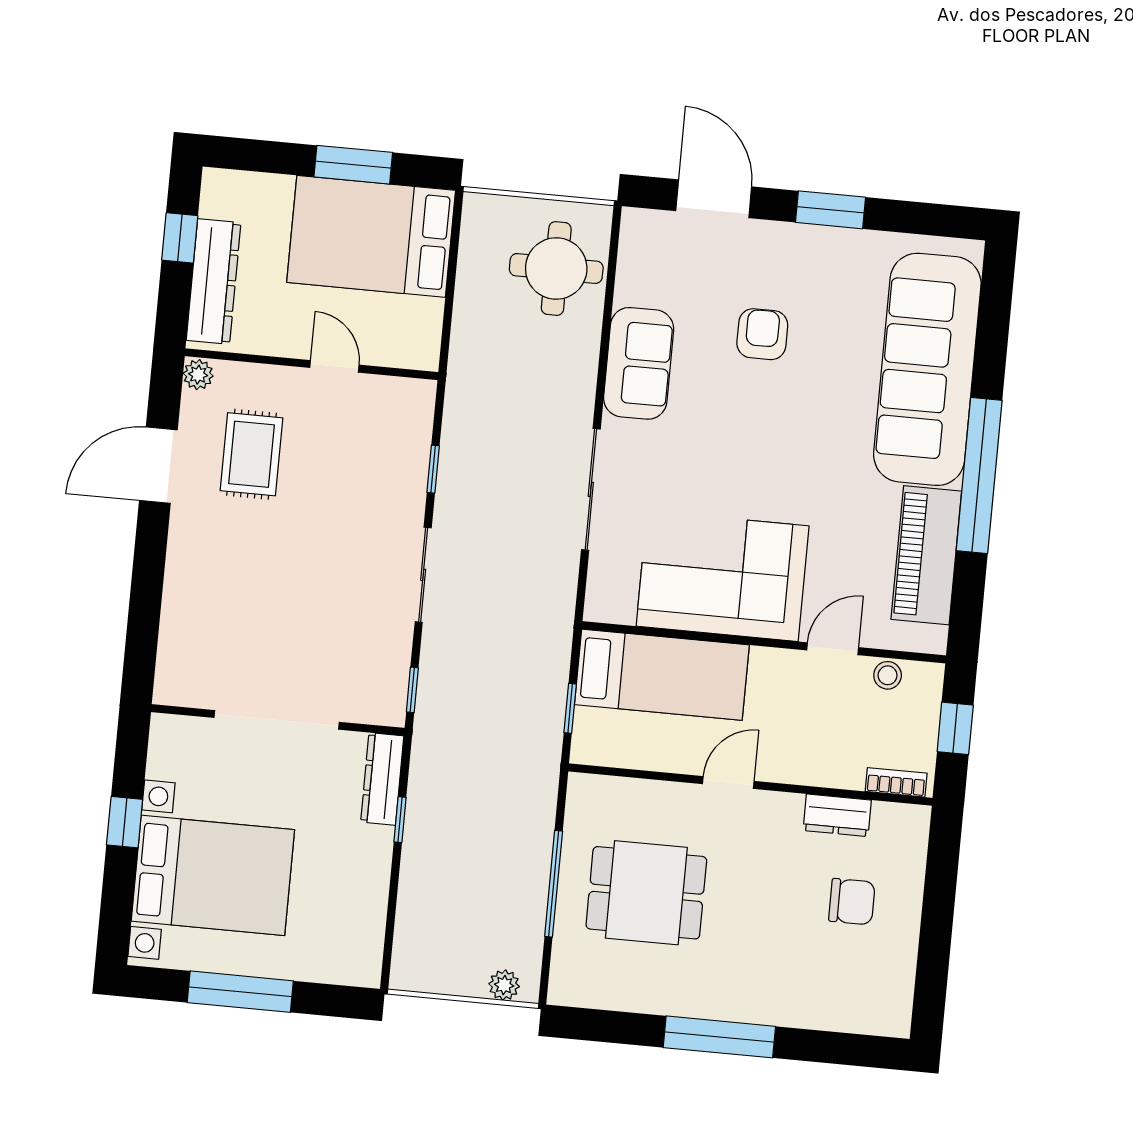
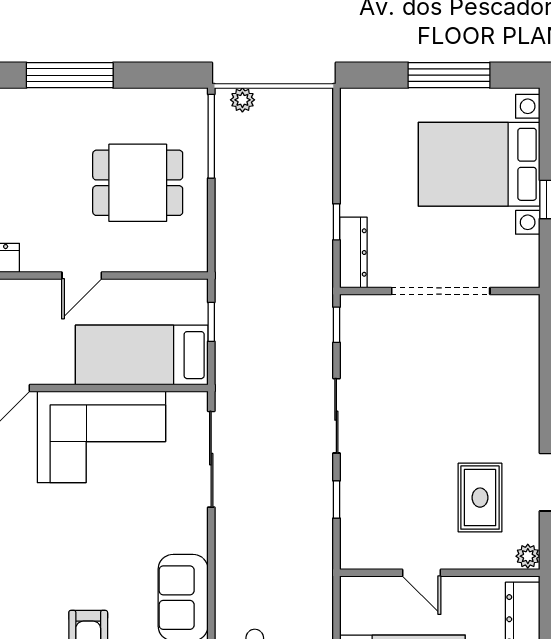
sliding door: (591, 489) -> (211, 459), moved
window: (554, 884) -> (211, 136), moved

